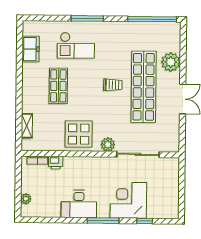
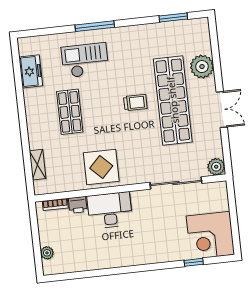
window: (152, 19) -> (173, 17), width x0.47
checkout: (76, 45) -> (85, 60), turned 180
plant: (108, 145) -> (216, 167), moved
corner desk: (128, 200) -> (210, 235), moved, turned -90
desk: (79, 204) -> (110, 210), moved, turned 180
window: (103, 221) -> (143, 268), removed

